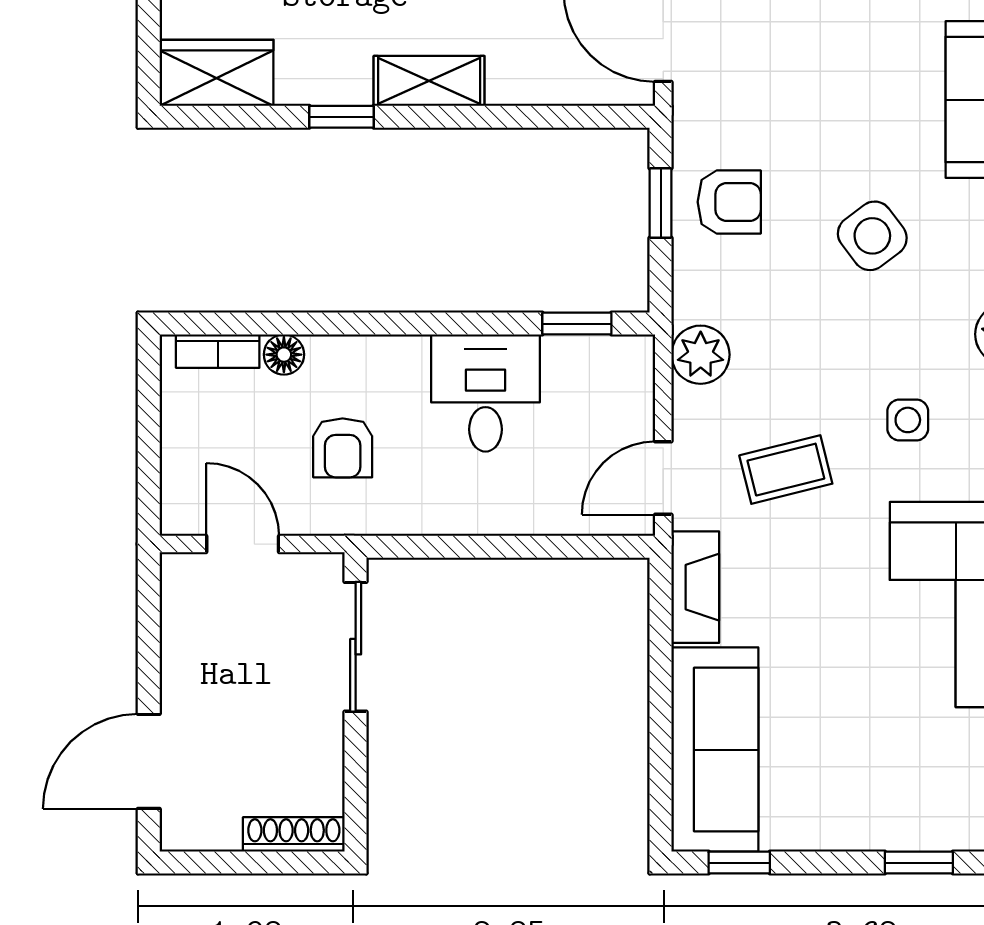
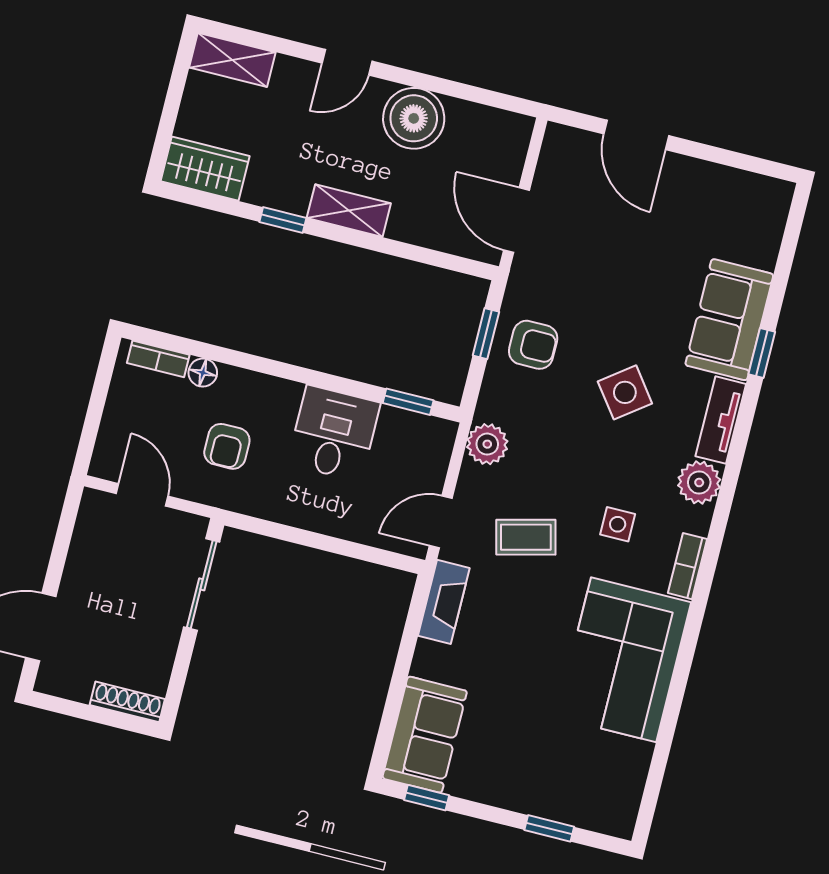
sofa: (715, 750) -> (425, 735), width x0.73

